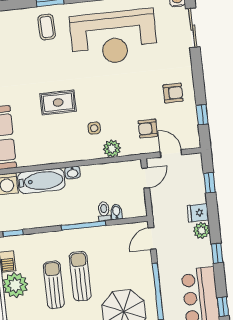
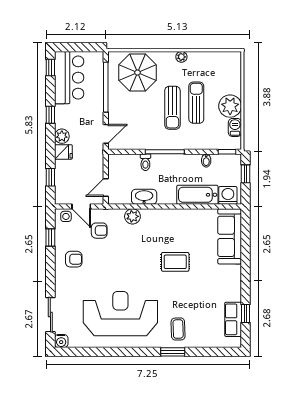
armchair: (173, 93) -> (74, 259), turned 180
side table: (94, 128) -> (66, 216), moved
washbasin: (73, 173) -> (144, 197), moved, width x1.91, depth x1.45
bidet: (116, 212) -> (206, 161), moved
sun lounger: (54, 285) -> (196, 103), turned 180

